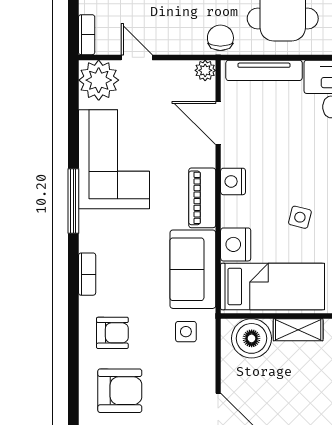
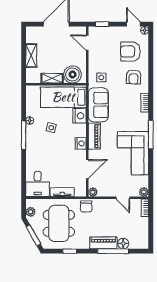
tv unit: (264, 70) -> (62, 192), width x0.71
plant: (99, 80) -> (144, 192), width x0.53, depth x0.53
door: (218, 123) -> (87, 169), hinge flipped
armchair: (112, 333) -> (134, 77), turned -88

